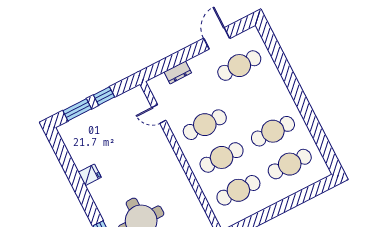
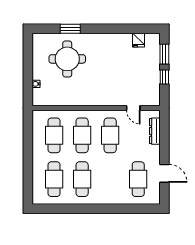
dresser: (178, 72) -> (155, 131), width x1.44
door: (159, 114) -> (133, 108), swing flipped
fridge: (90, 175) -> (138, 40), moved

